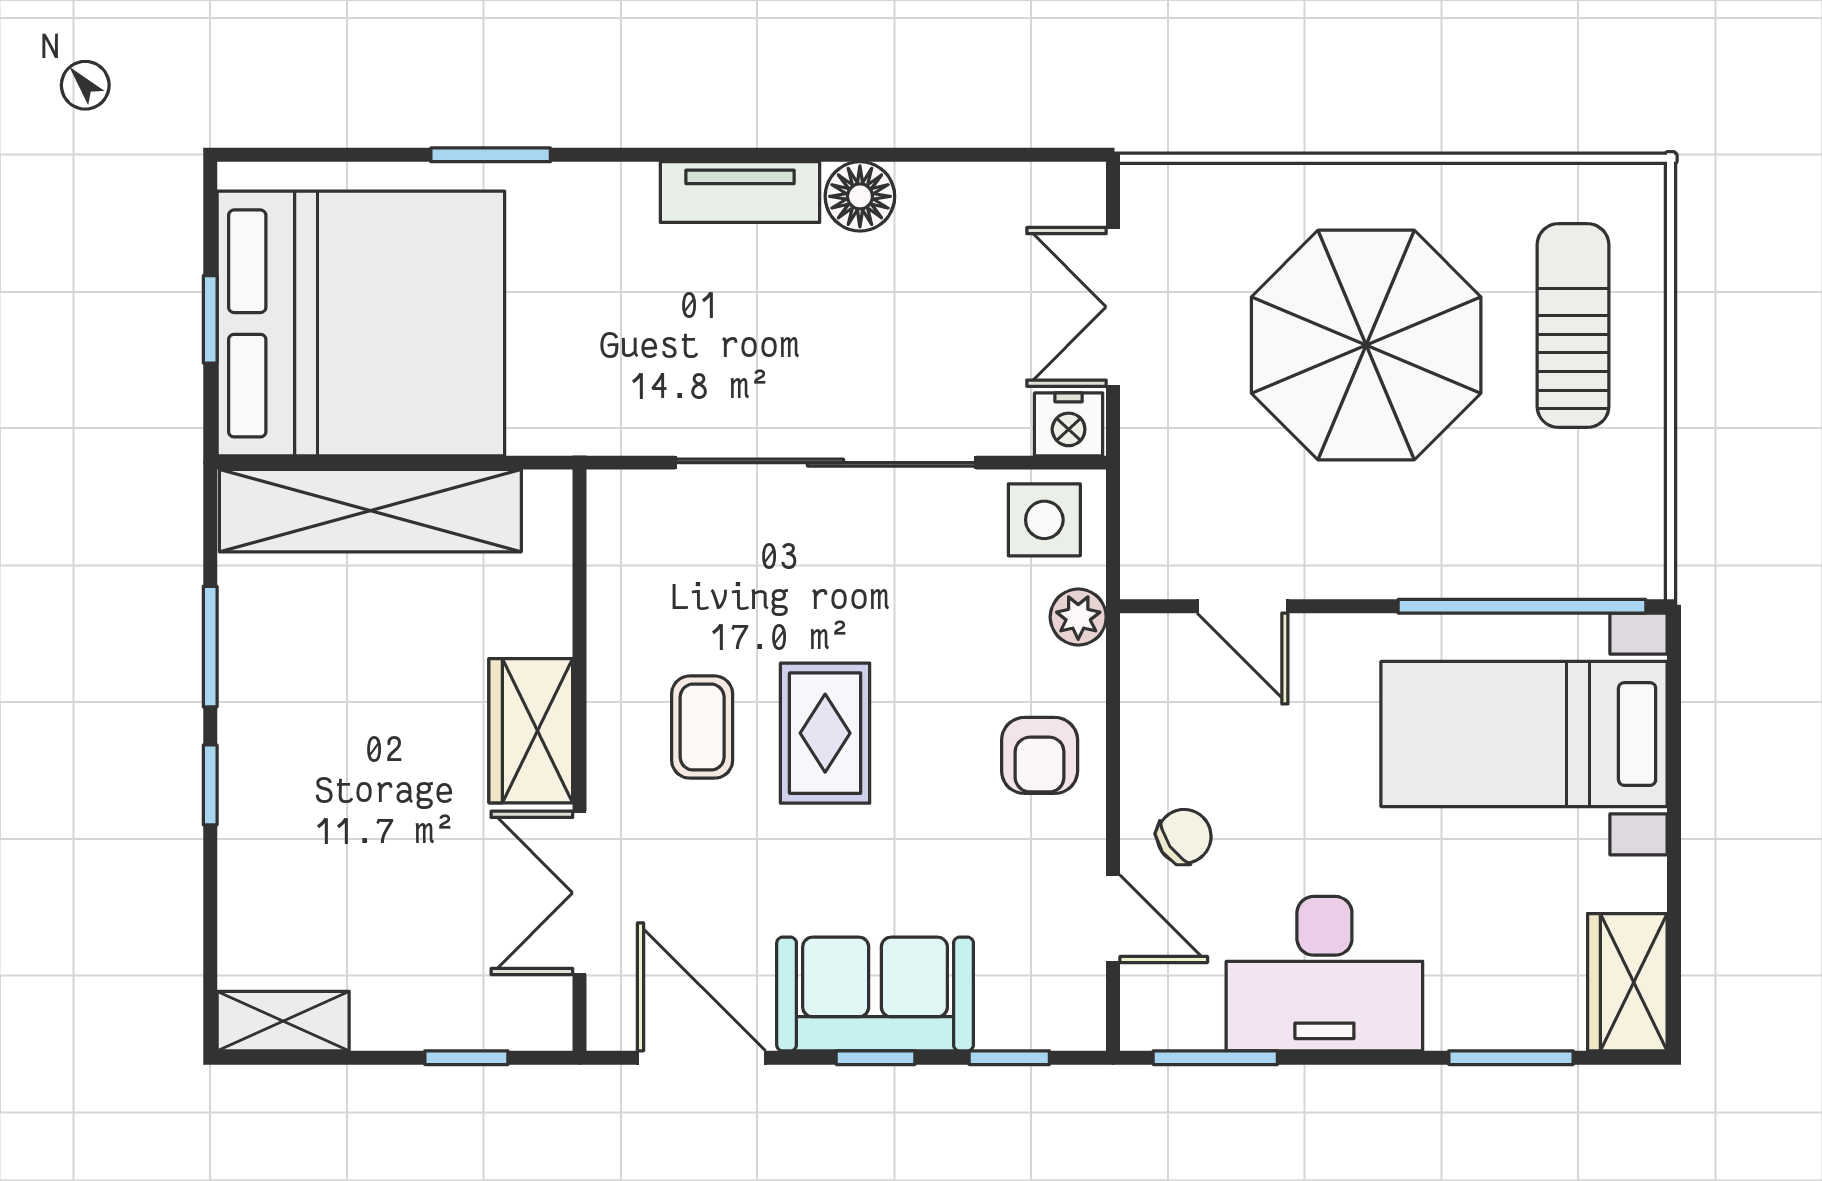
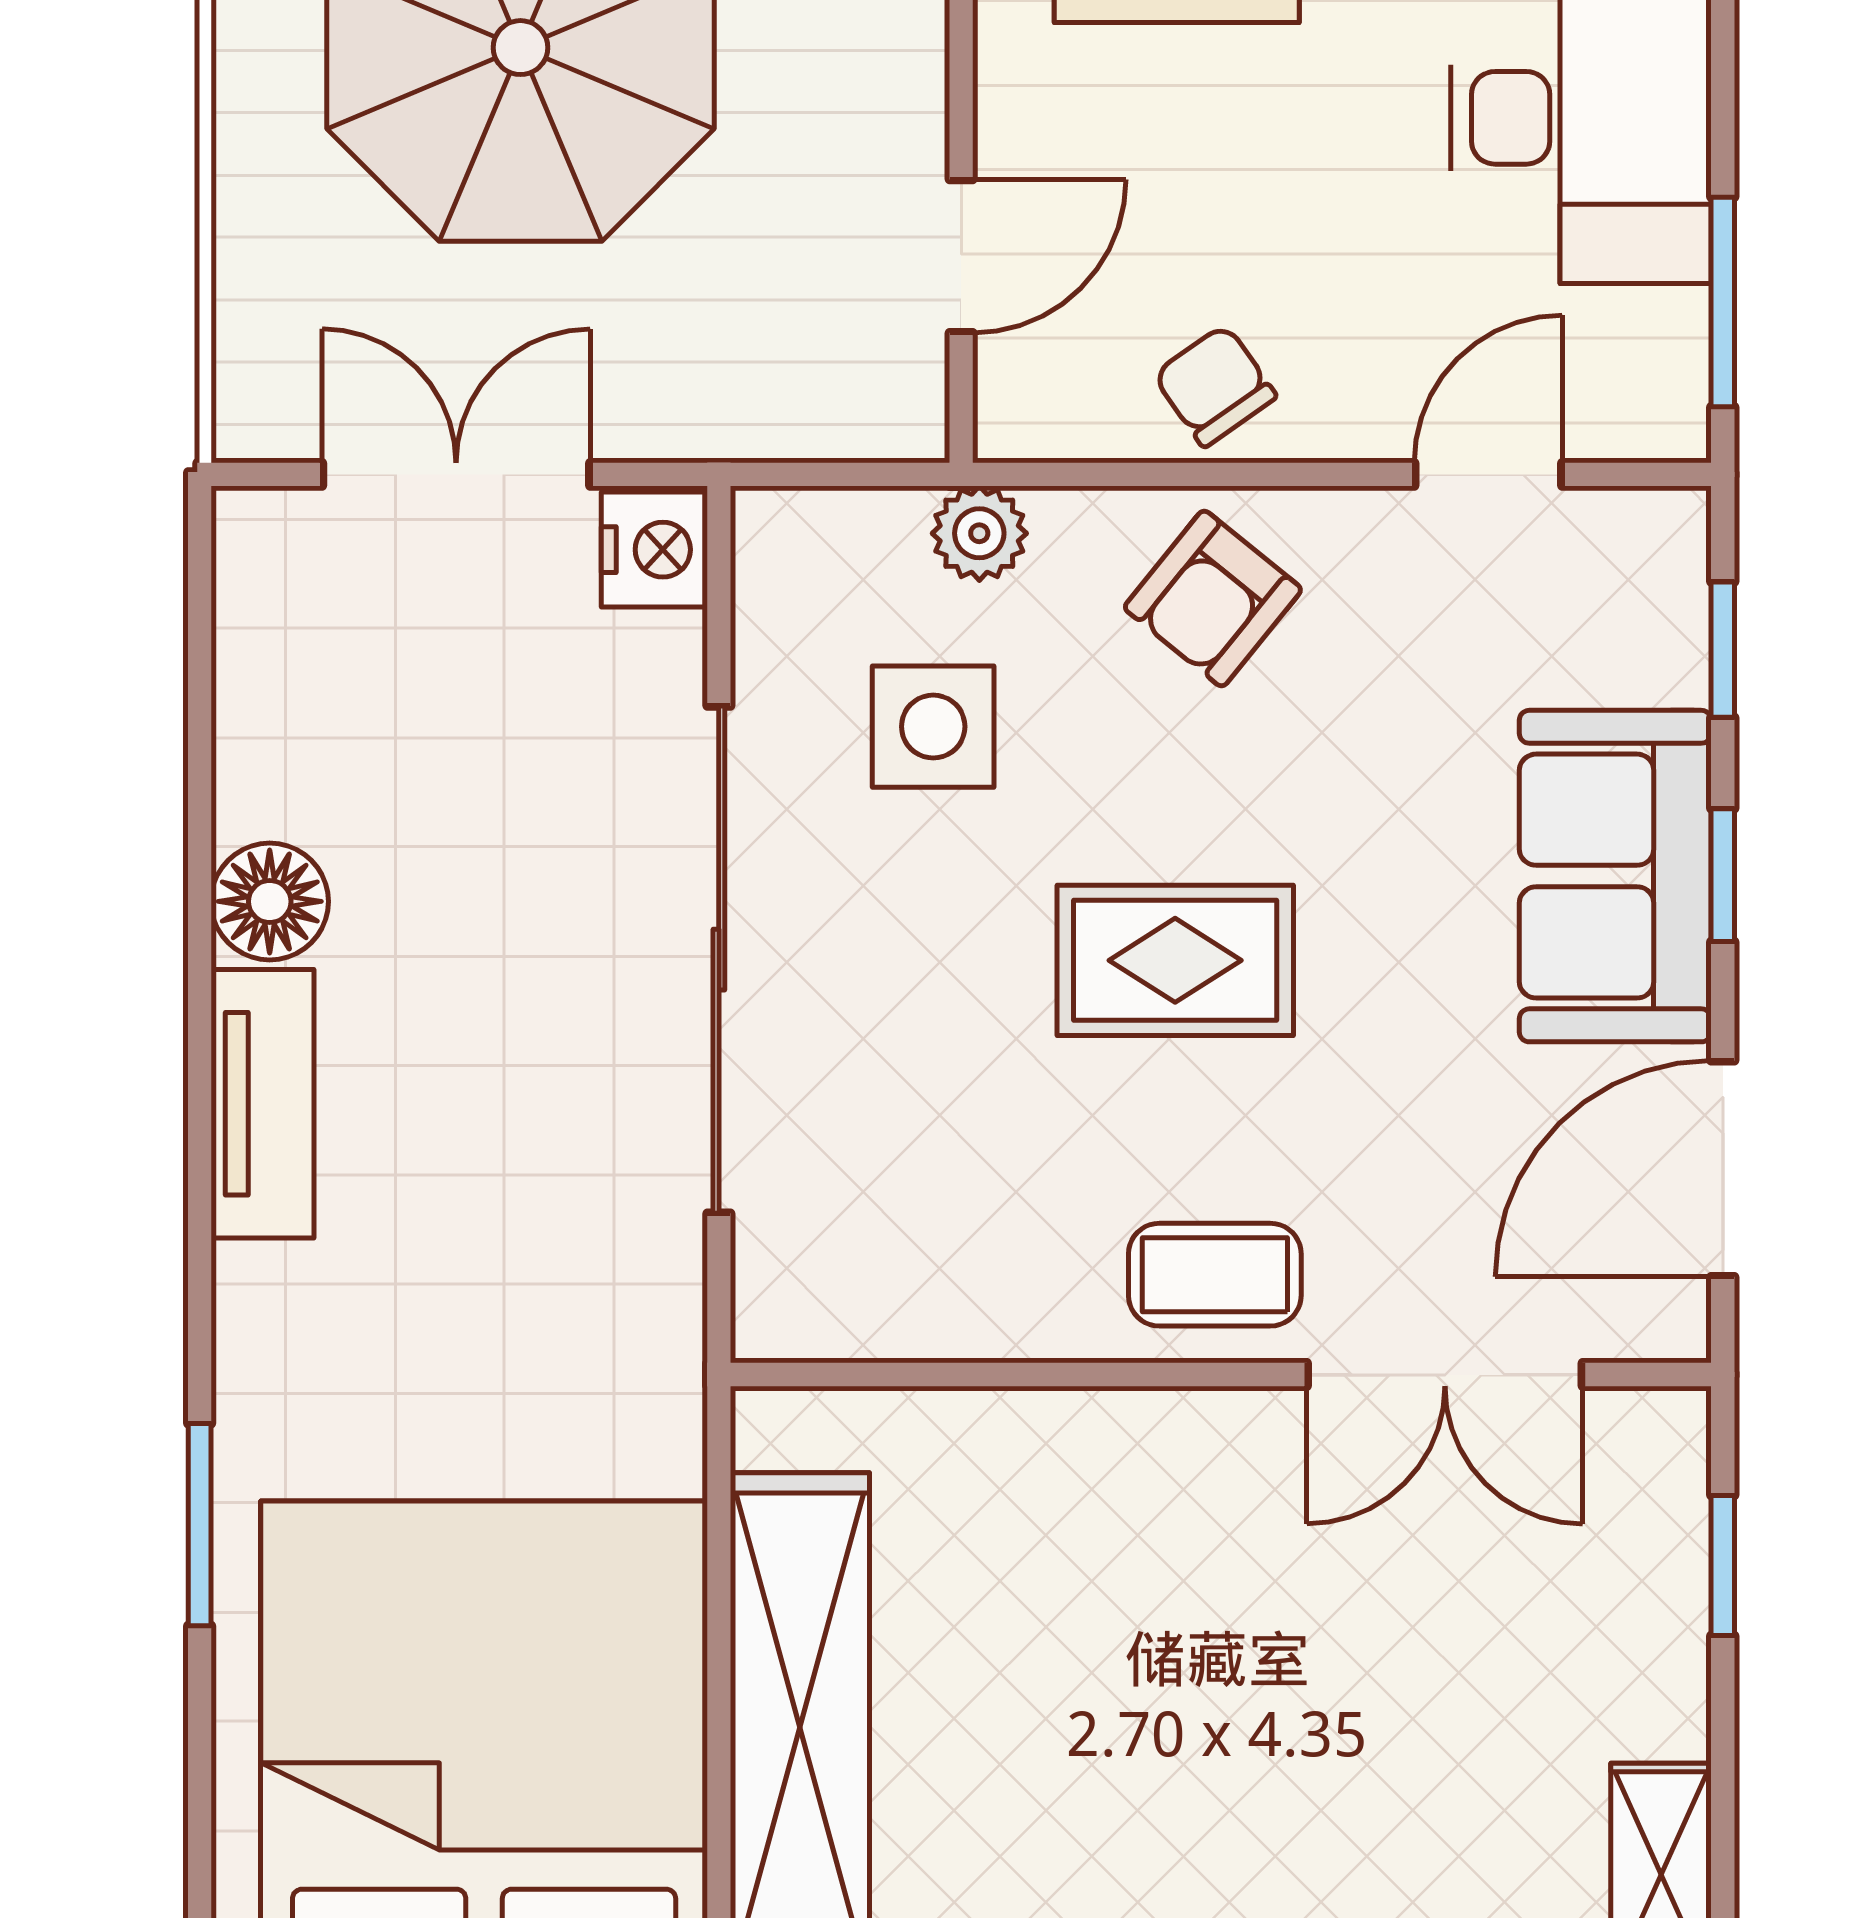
double door: (1113, 307) -> (456, 474), swing flipped
side table: (1044, 520) -> (933, 727), moved
coffee table: (702, 727) -> (1215, 1275), moved
wardrobe: (531, 731) -> (1171, 1457), removed
armchair: (1040, 755) -> (1213, 598), turned 129
chair: (1184, 836) -> (1215, 386), moved

